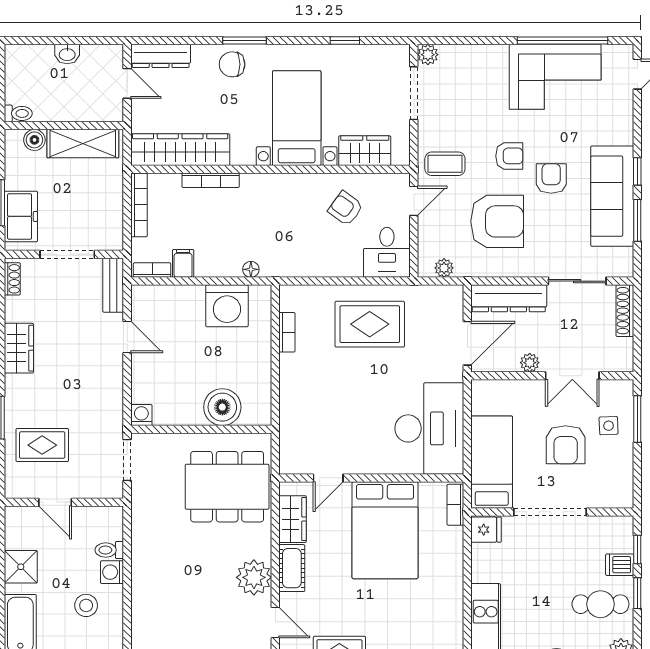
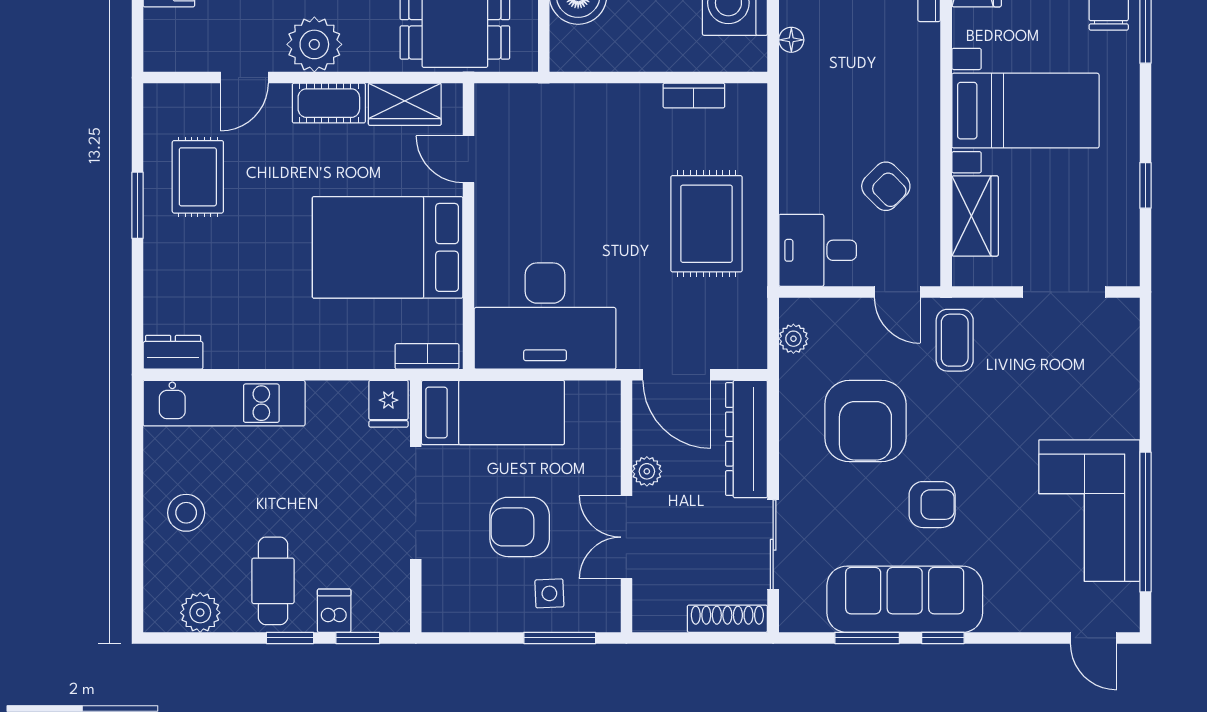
plant: (428, 55) -> (1124, 314), removed
armchair: (509, 156) -> (967, 440), removed
armchair: (346, 208) -> (886, 186), turned 99

